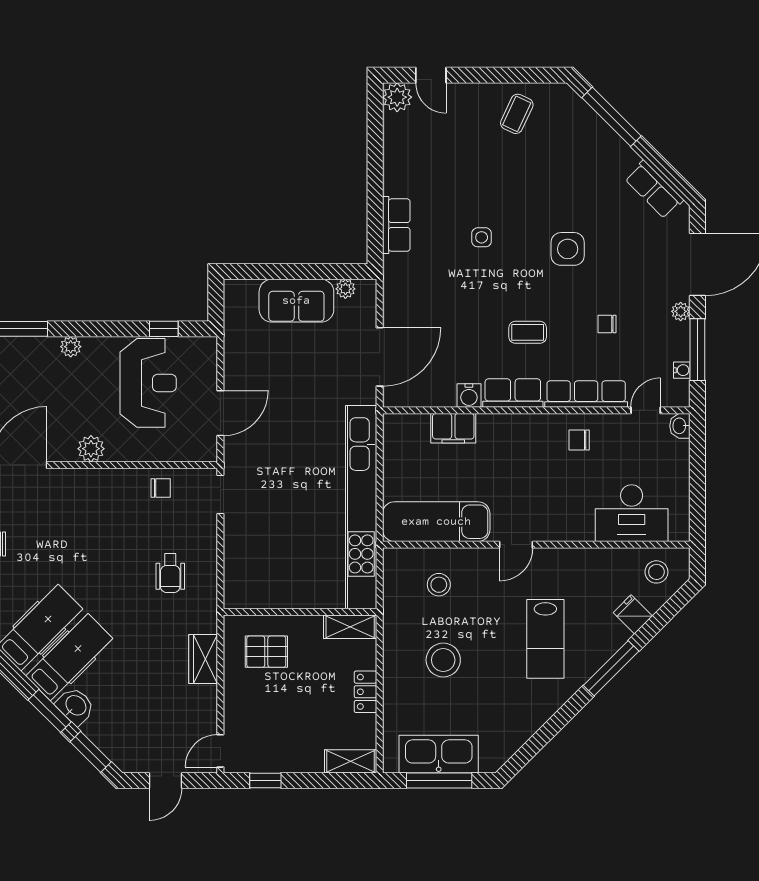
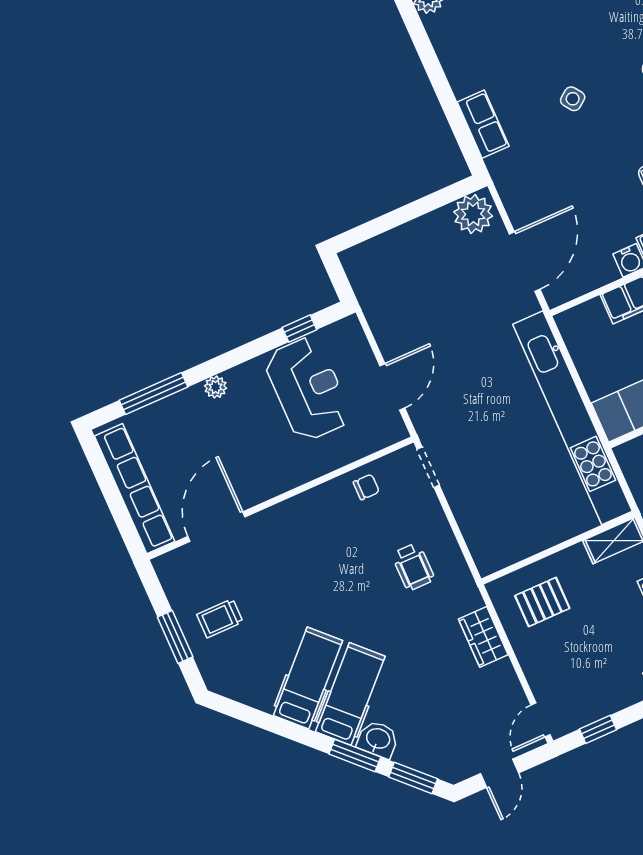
side table: (482, 237) -> (573, 99), turned -36
plant: (345, 289) -> (473, 214), width x1.88, depth x1.88
sofa: (296, 301) -> (418, 243), removed
plant: (91, 449) -> (280, 479), removed

